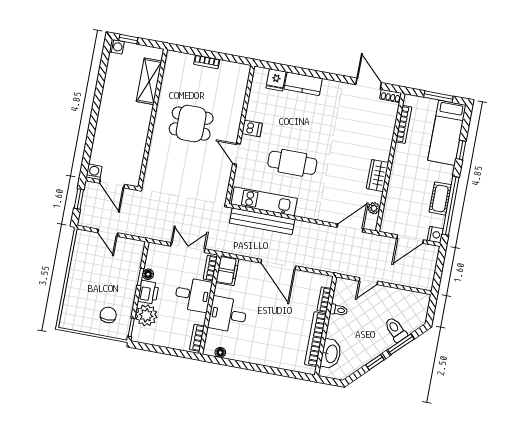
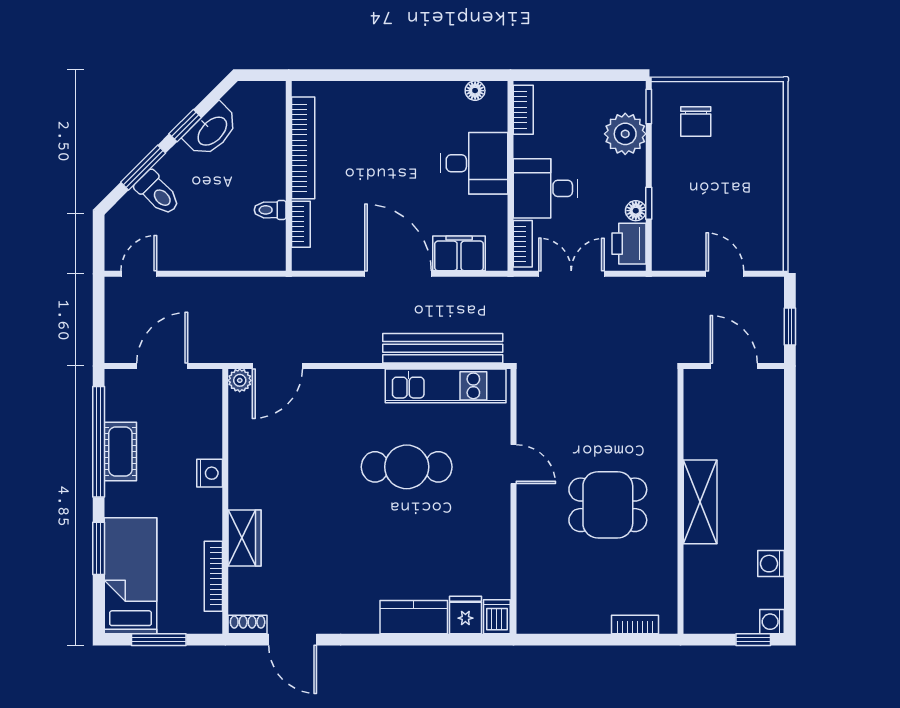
bookcase: (207, 62) -> (635, 625), moved
shelving: (149, 81) -> (700, 502), moved
dishwasher: (252, 128) -> (497, 617), moved, turned 90
window: (461, 150) -> (99, 548), width x1.50
washing machine: (94, 172) -> (771, 564), moved, turned 90
wardrobe: (377, 176) -> (245, 538), moved
plant: (374, 208) -> (240, 380), moved
nightstand: (435, 235) -> (210, 473), moved, turned 180
double door: (188, 248) -> (571, 274), swing flipped
filing cabinet: (227, 271) -> (459, 253), moved, turned 90
door: (368, 281) -> (139, 274), moved
printer: (148, 292) -> (629, 244), moved
washbasin: (331, 354) -> (212, 130), moved, turned -135

